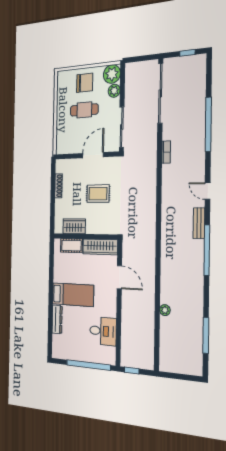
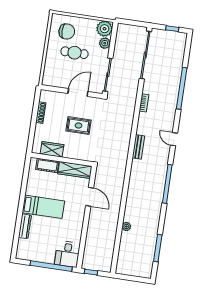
chair: (85, 83) -> (67, 31), moved
bench: (199, 223) -> (138, 147), moved
desk: (103, 331) -> (67, 254), moved, turned 90

